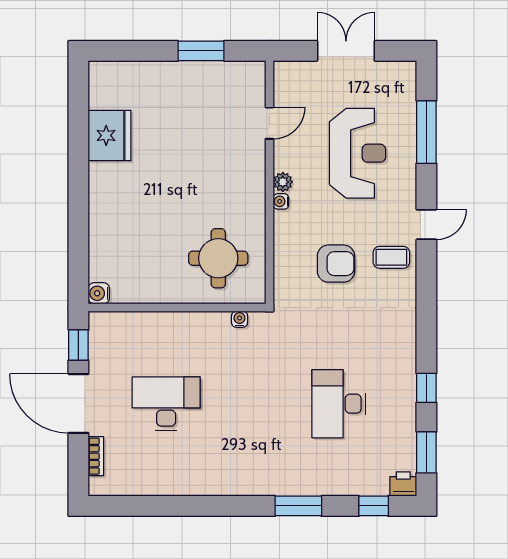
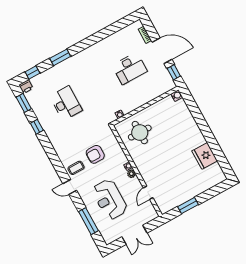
door: (426, 224) -> (70, 187), hinge flipped

